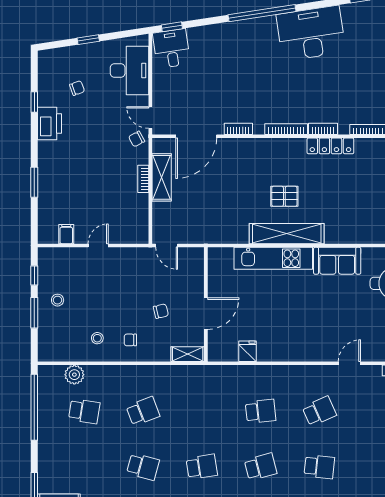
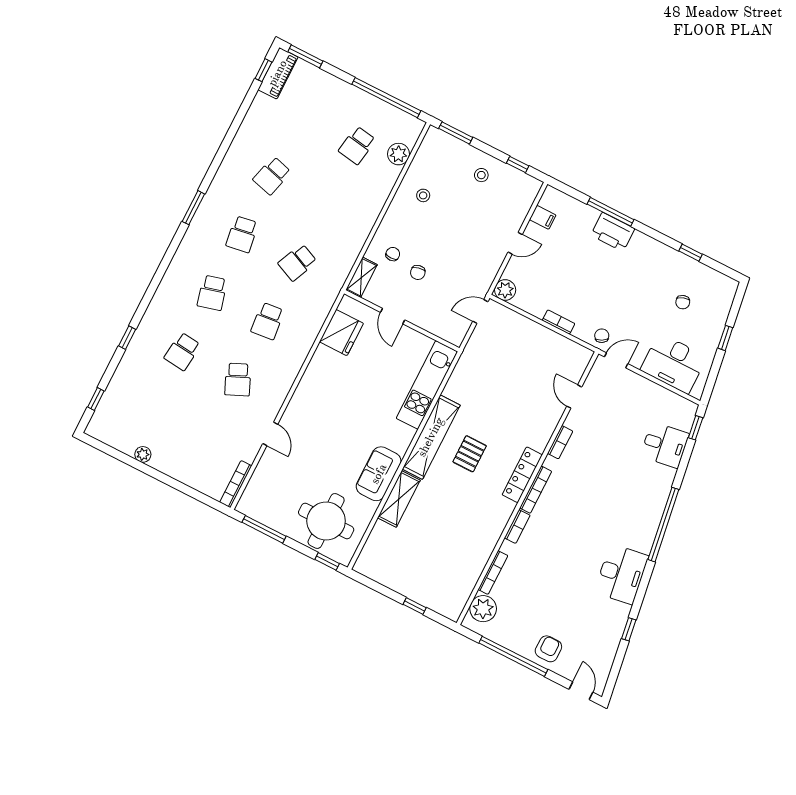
desk: (311, 33) -> (621, 574), width x0.73, depth x0.77
desk: (172, 49) -> (665, 445), moved
printer: (49, 123) -> (613, 232), moved
door: (196, 136) -> (574, 397), width x0.53
locker: (330, 146) -> (522, 475), moved
shelving: (162, 177) -> (399, 499), moved, turned 90
window: (34, 182) -> (610, 212), width x1.44
plant: (139, 235) -> (505, 290), added
door: (98, 246) -> (515, 243), hinge flipped
kitchen unit: (273, 258) -> (427, 385), moved
window: (34, 313) -> (456, 133), moved
door: (206, 314) -> (393, 316), width x0.73
chair: (130, 340) -> (393, 254), moved
fridge: (247, 351) -> (341, 333), width x1.88, depth x1.34
school desk: (143, 411) -> (297, 262), moved, turned 45

